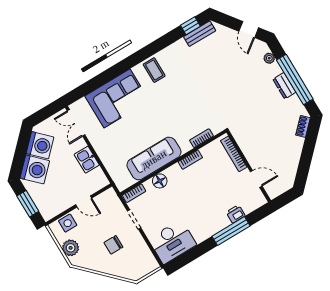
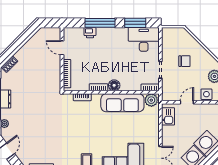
kitchen sink: (87, 160) -> (168, 116), moved
plant: (124, 180) -> (151, 100), added
floor lamp: (160, 181) -> (114, 85), moved
door: (84, 201) -> (187, 102), hinge flipped
window: (192, 254) -> (135, 23), added

